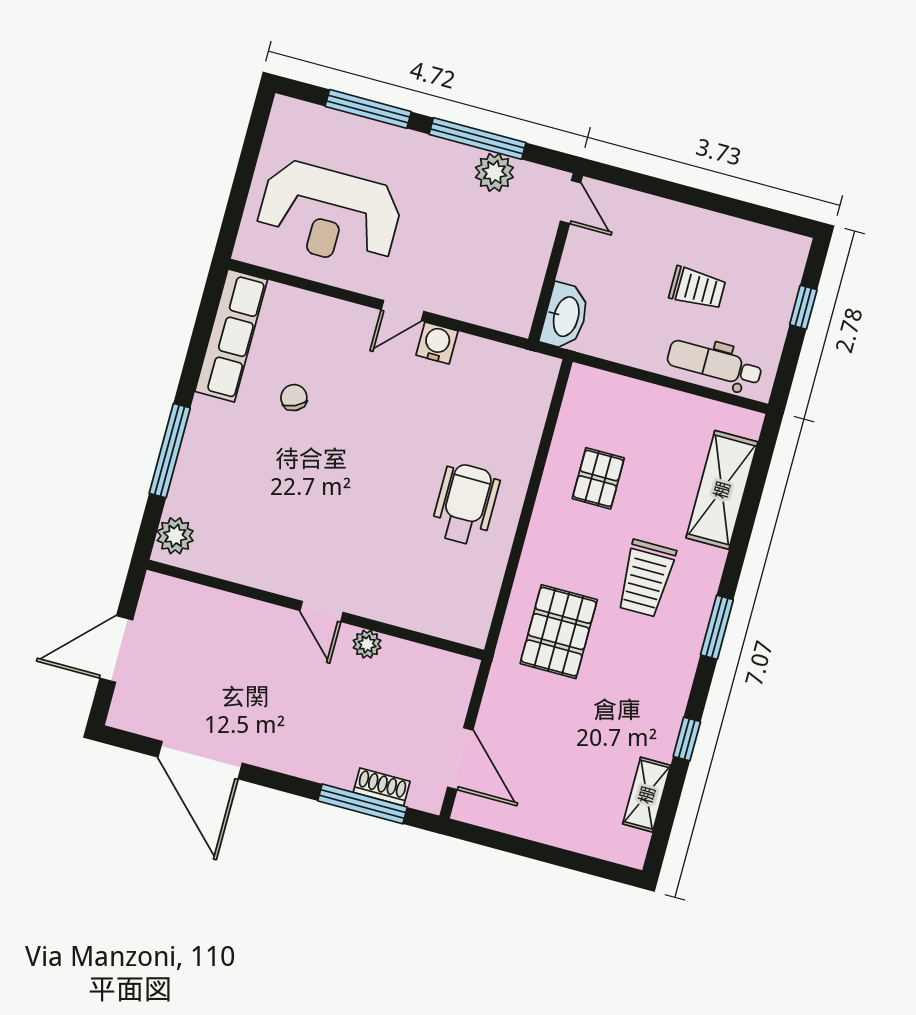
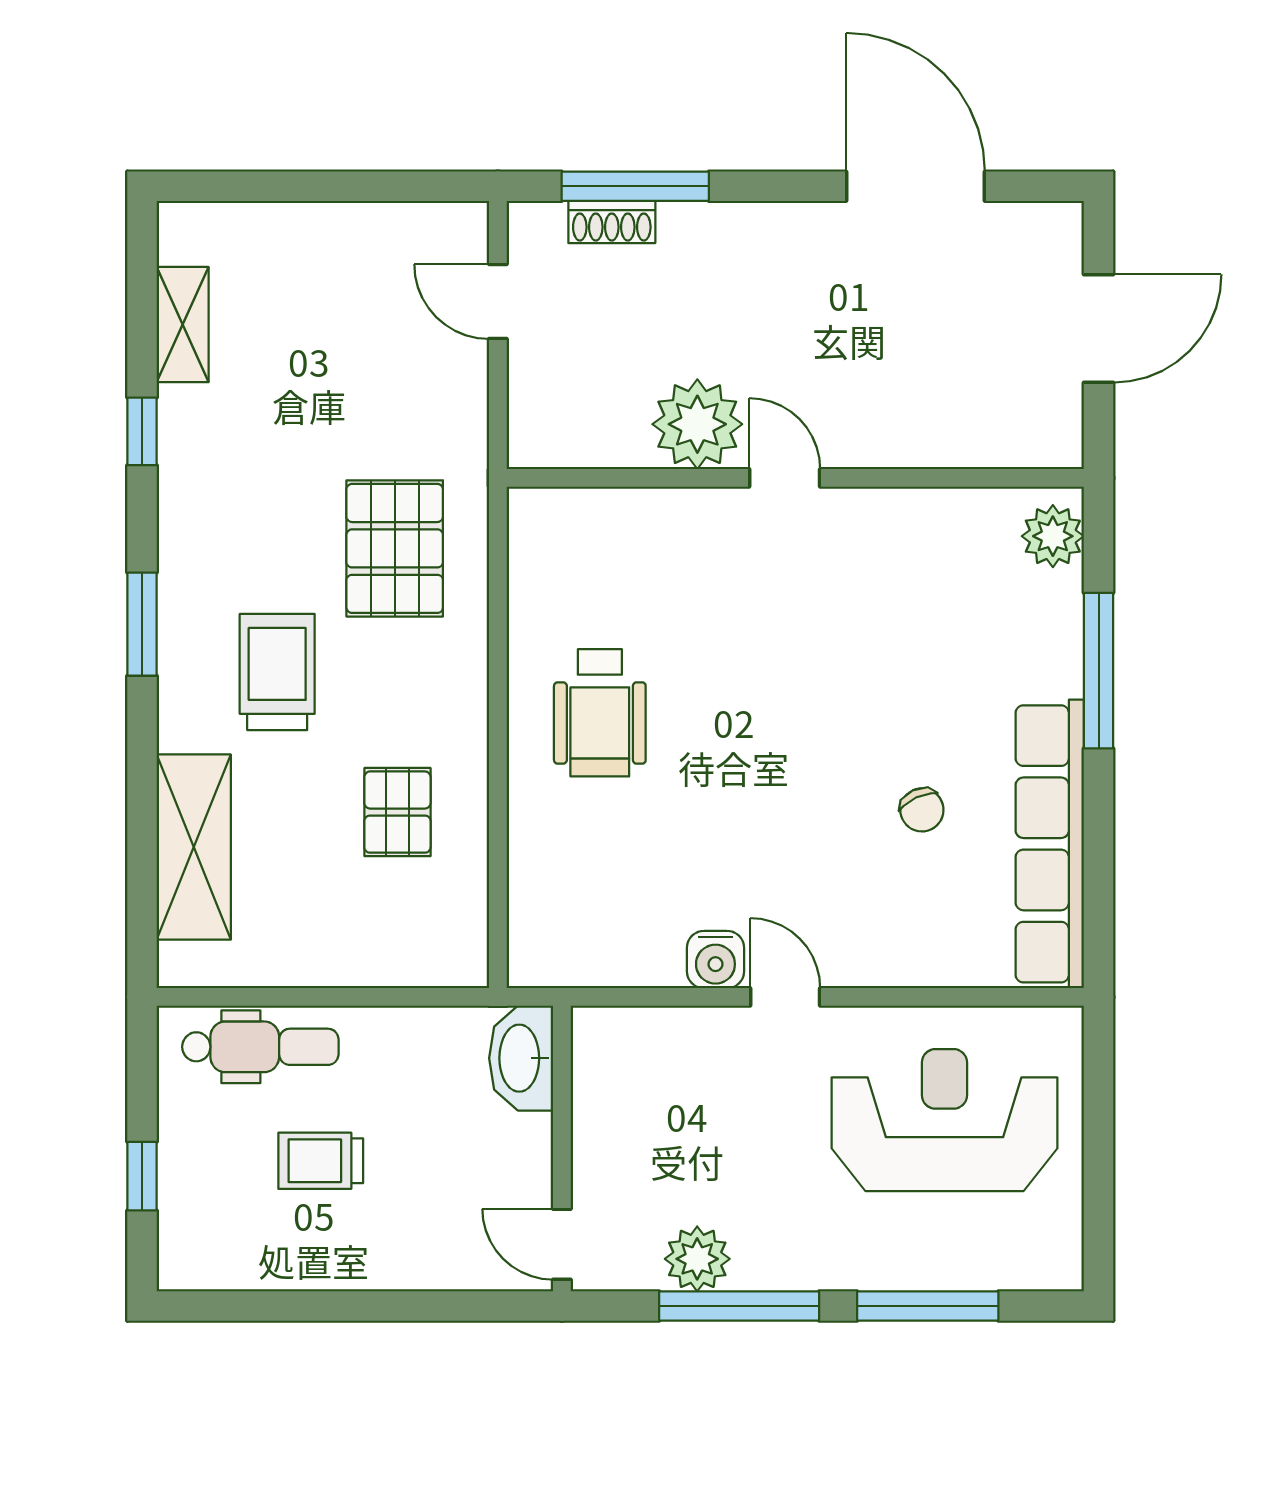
door: (402, 310) -> (785, 997), hinge flipped
row of seats: (231, 335) -> (1050, 844), width x1.36
plant: (367, 644) -> (697, 424), width x1.88, depth x1.88
door: (460, 759) -> (498, 302), width x0.73

